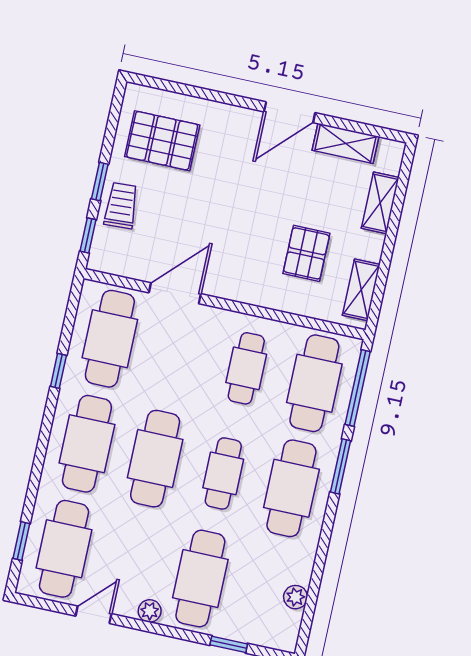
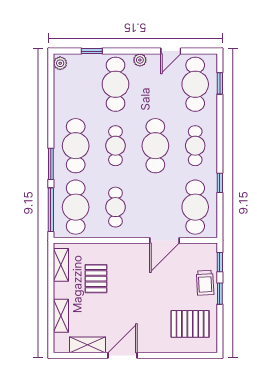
cafe table: (87, 444) -> (195, 146), width x0.73, depth x0.74
plant: (295, 597) -> (60, 63), moved

